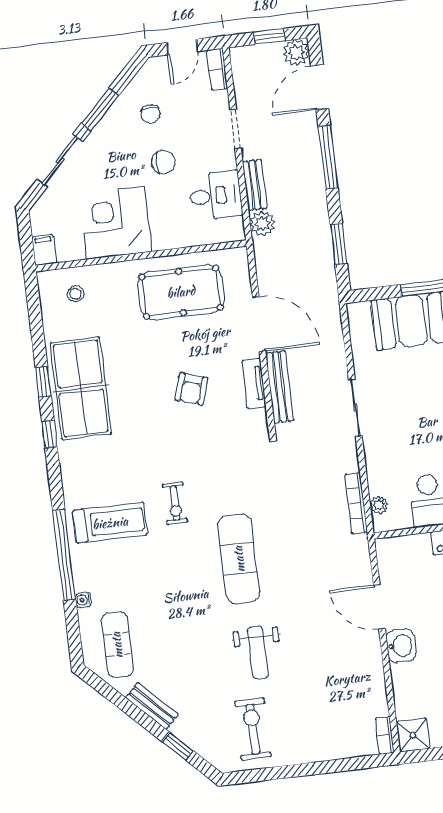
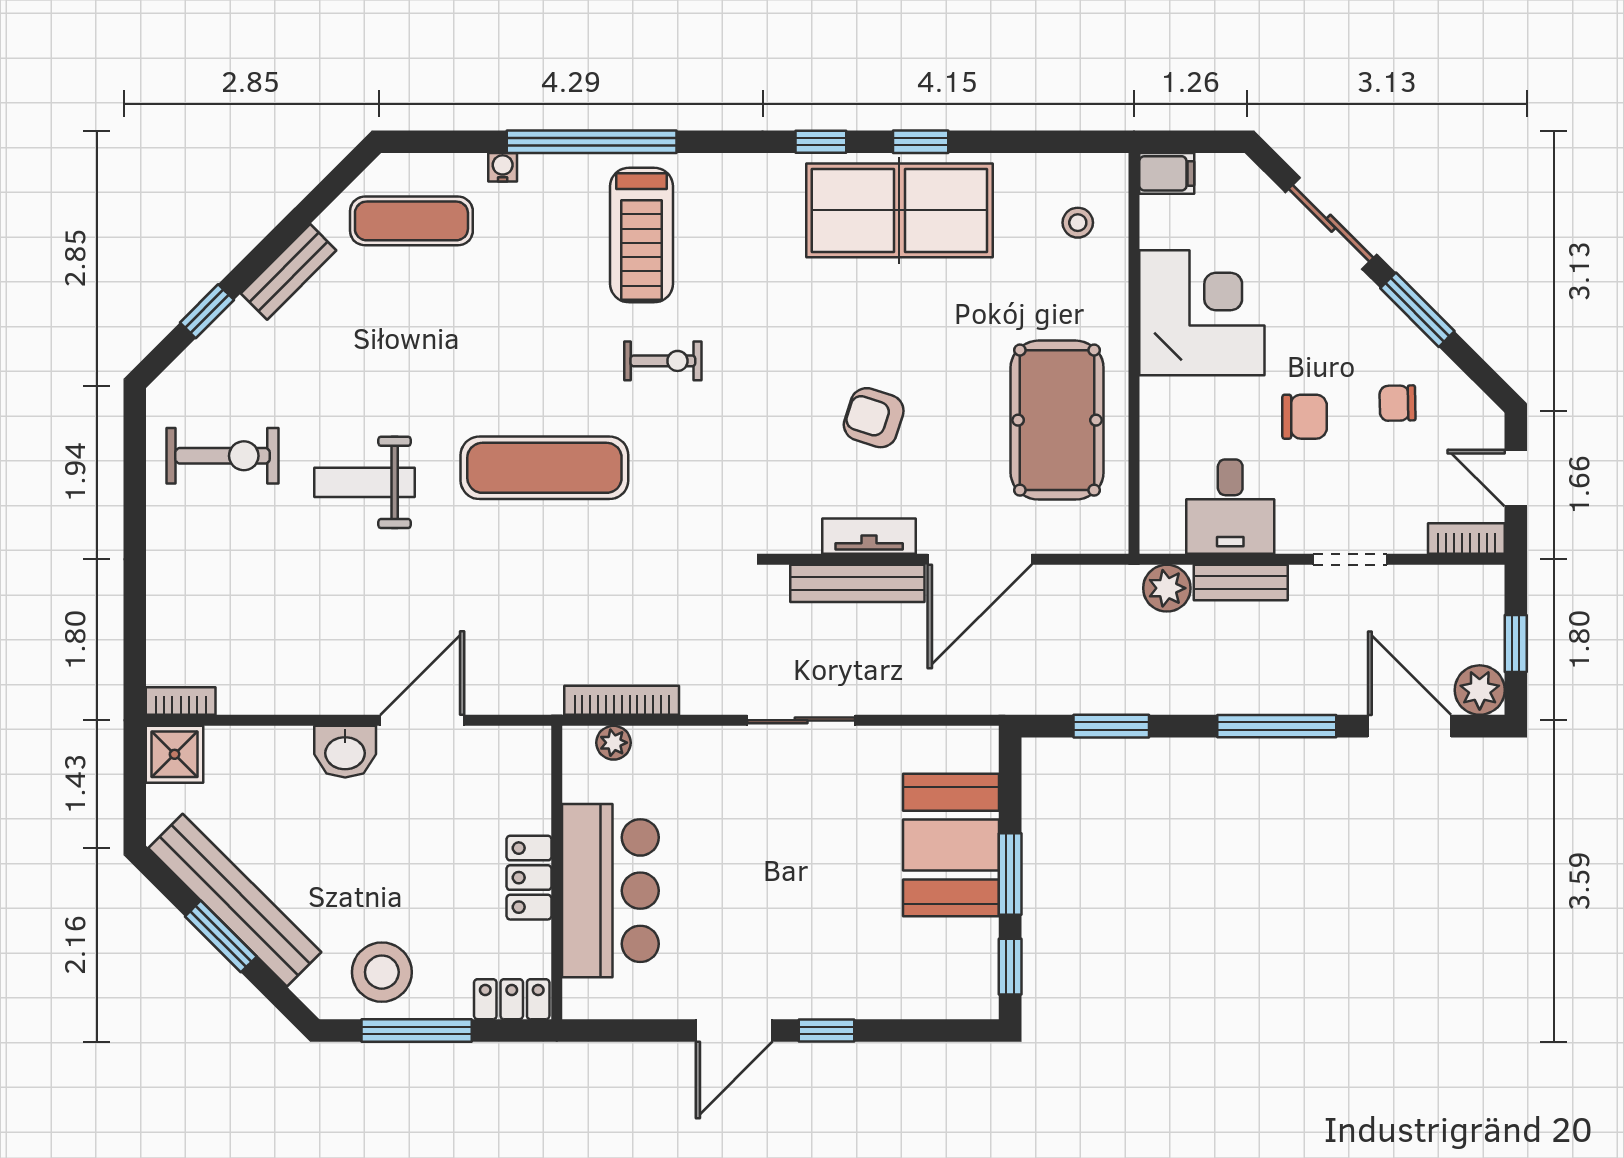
chair: (163, 162) -> (1305, 417), turned -90
exercise bike: (175, 503) -> (663, 361), turned 180

